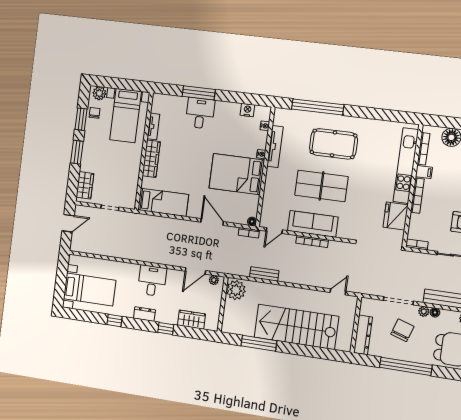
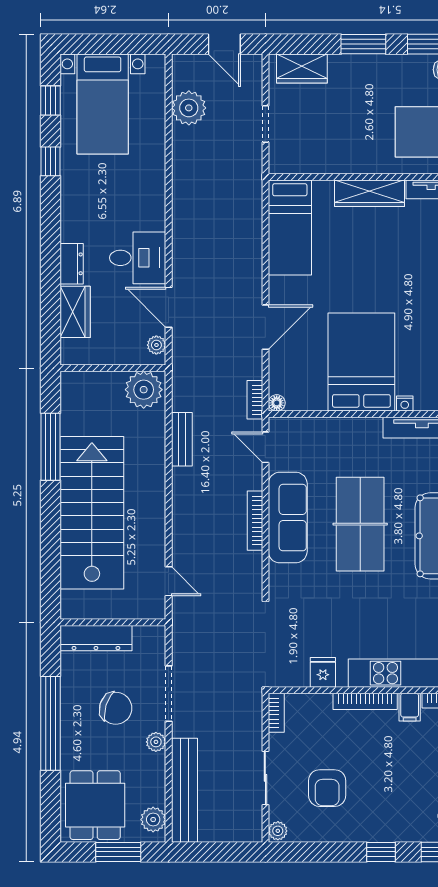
fridge: (396, 216) -> (323, 672), width x0.53, depth x0.75
plant: (97, 246) -> (189, 108), added
desk: (152, 281) -> (138, 258), moved
floor lamp: (435, 312) -> (157, 762), removed
dresser: (144, 314) -> (72, 264), moved
window: (166, 329) -> (50, 100), moved

